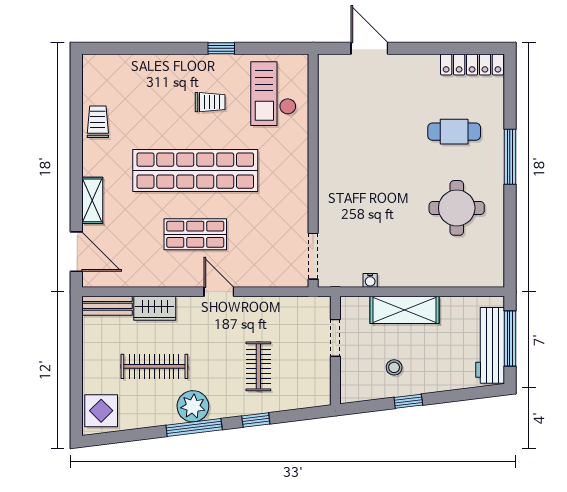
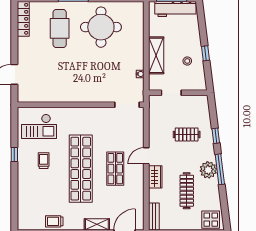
cafe table: (454, 132) -> (60, 28), width x1.37, depth x1.35
round table: (457, 208) -> (101, 27), width x1.36, depth x1.36
wardrobe: (155, 308) -> (155, 177), moved

